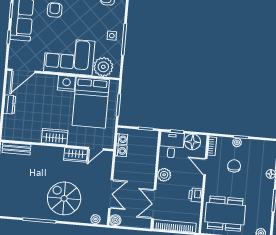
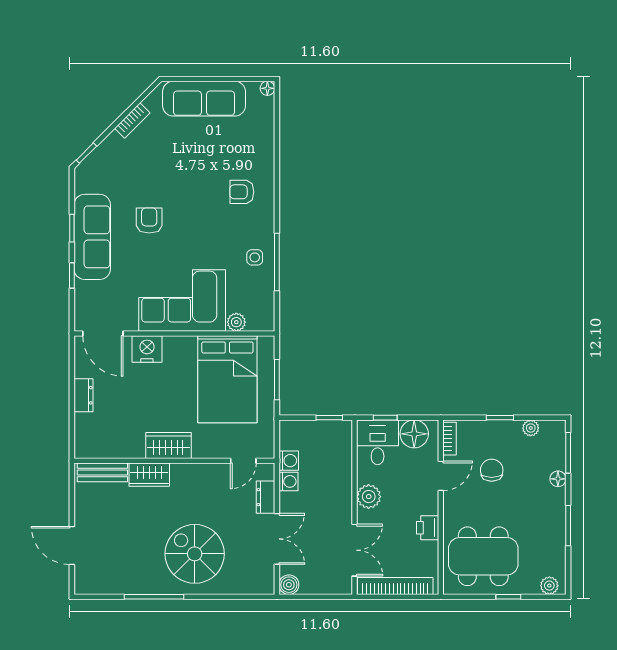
plant: (103, 67) -> (236, 322), width x0.53, depth x0.53
door: (23, 71) -> (103, 334), hinge flipped
nightstand: (66, 83) -> (147, 349), moved
washing machine: (122, 139) -> (288, 481), moved
plant: (237, 142) -> (531, 428), moved
wardrobe: (76, 155) -> (149, 475), moved
door: (205, 167) -> (441, 476), swing flipped
dresser: (106, 170) -> (266, 497), added
double door: (154, 204) -> (355, 550), swing flipped
plant: (95, 219) -> (254, 586), removed

